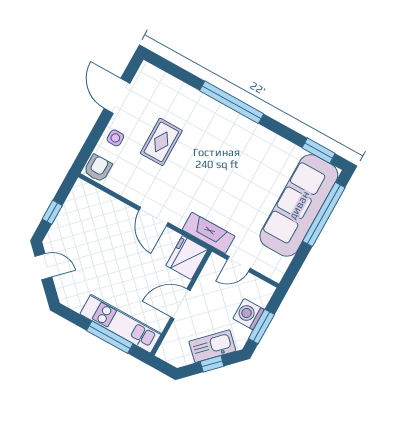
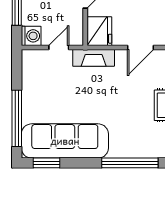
sofa: (299, 205) -> (65, 141), moved, turned -90
door: (153, 216) -> (141, 47), swing flipped
washing machine: (249, 314) -> (31, 36), moved

